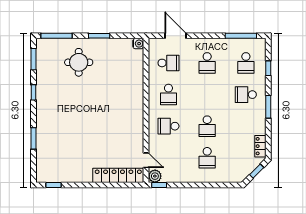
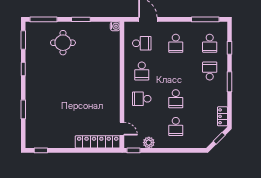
school desk: (246, 95) -> (210, 71), turned 90
plant: (155, 176) -> (149, 143), moved

